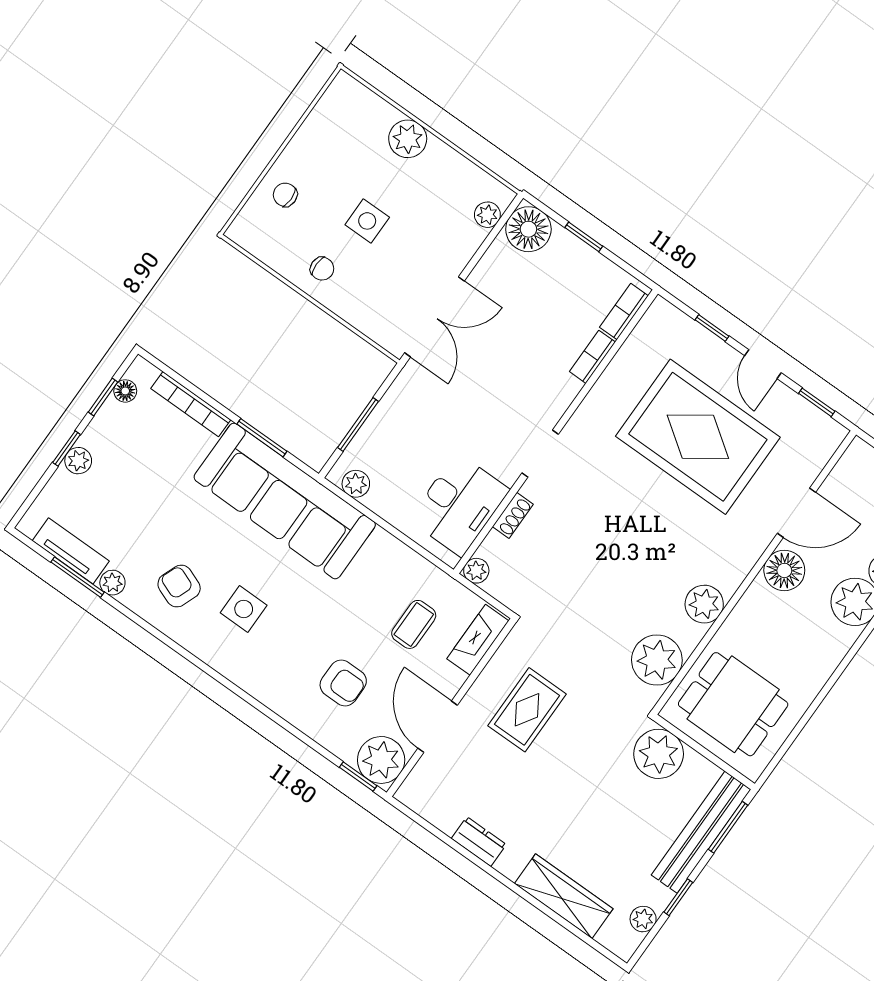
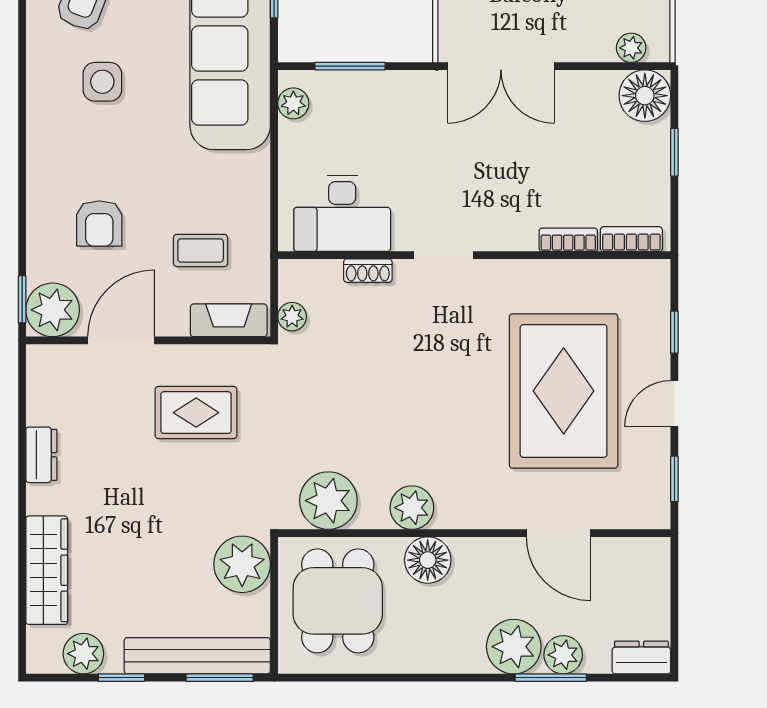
floor lamp: (784, 570) -> (428, 560), moved
plant: (476, 571) -> (292, 317), moved
plant: (643, 919) -> (83, 654), width x1.38, depth x1.38

